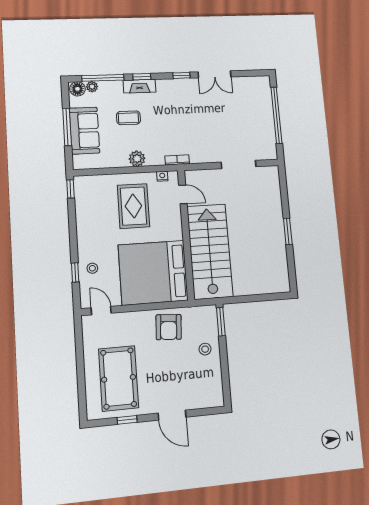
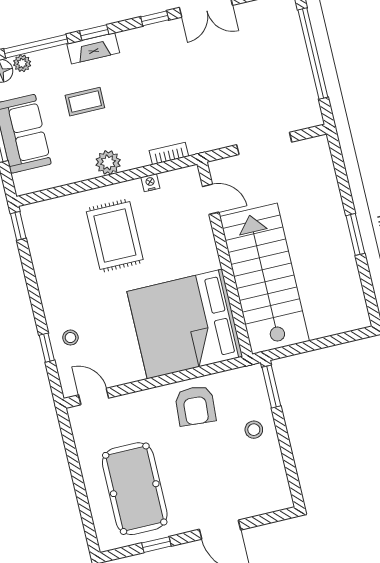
door: (183, 194) -> (211, 199), moved
wall: (186, 234) -> (225, 259), moved
stairs: (210, 251) -> (264, 279), moved
bed: (153, 273) -> (185, 324), moved

